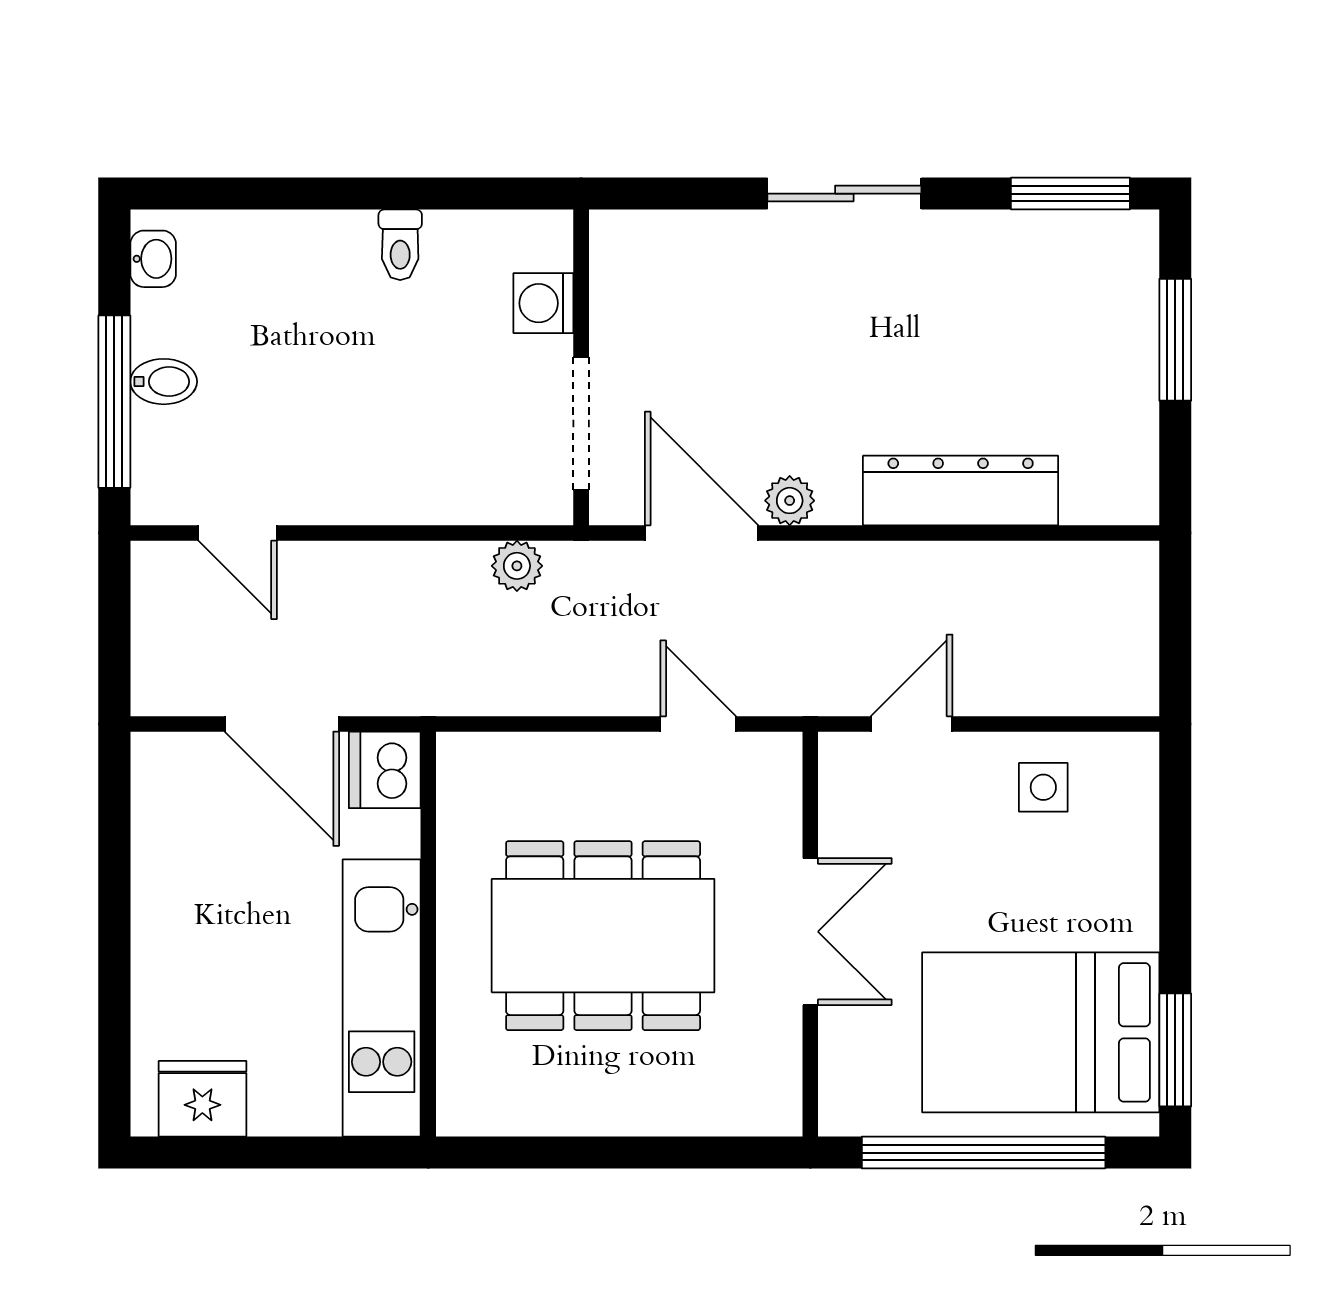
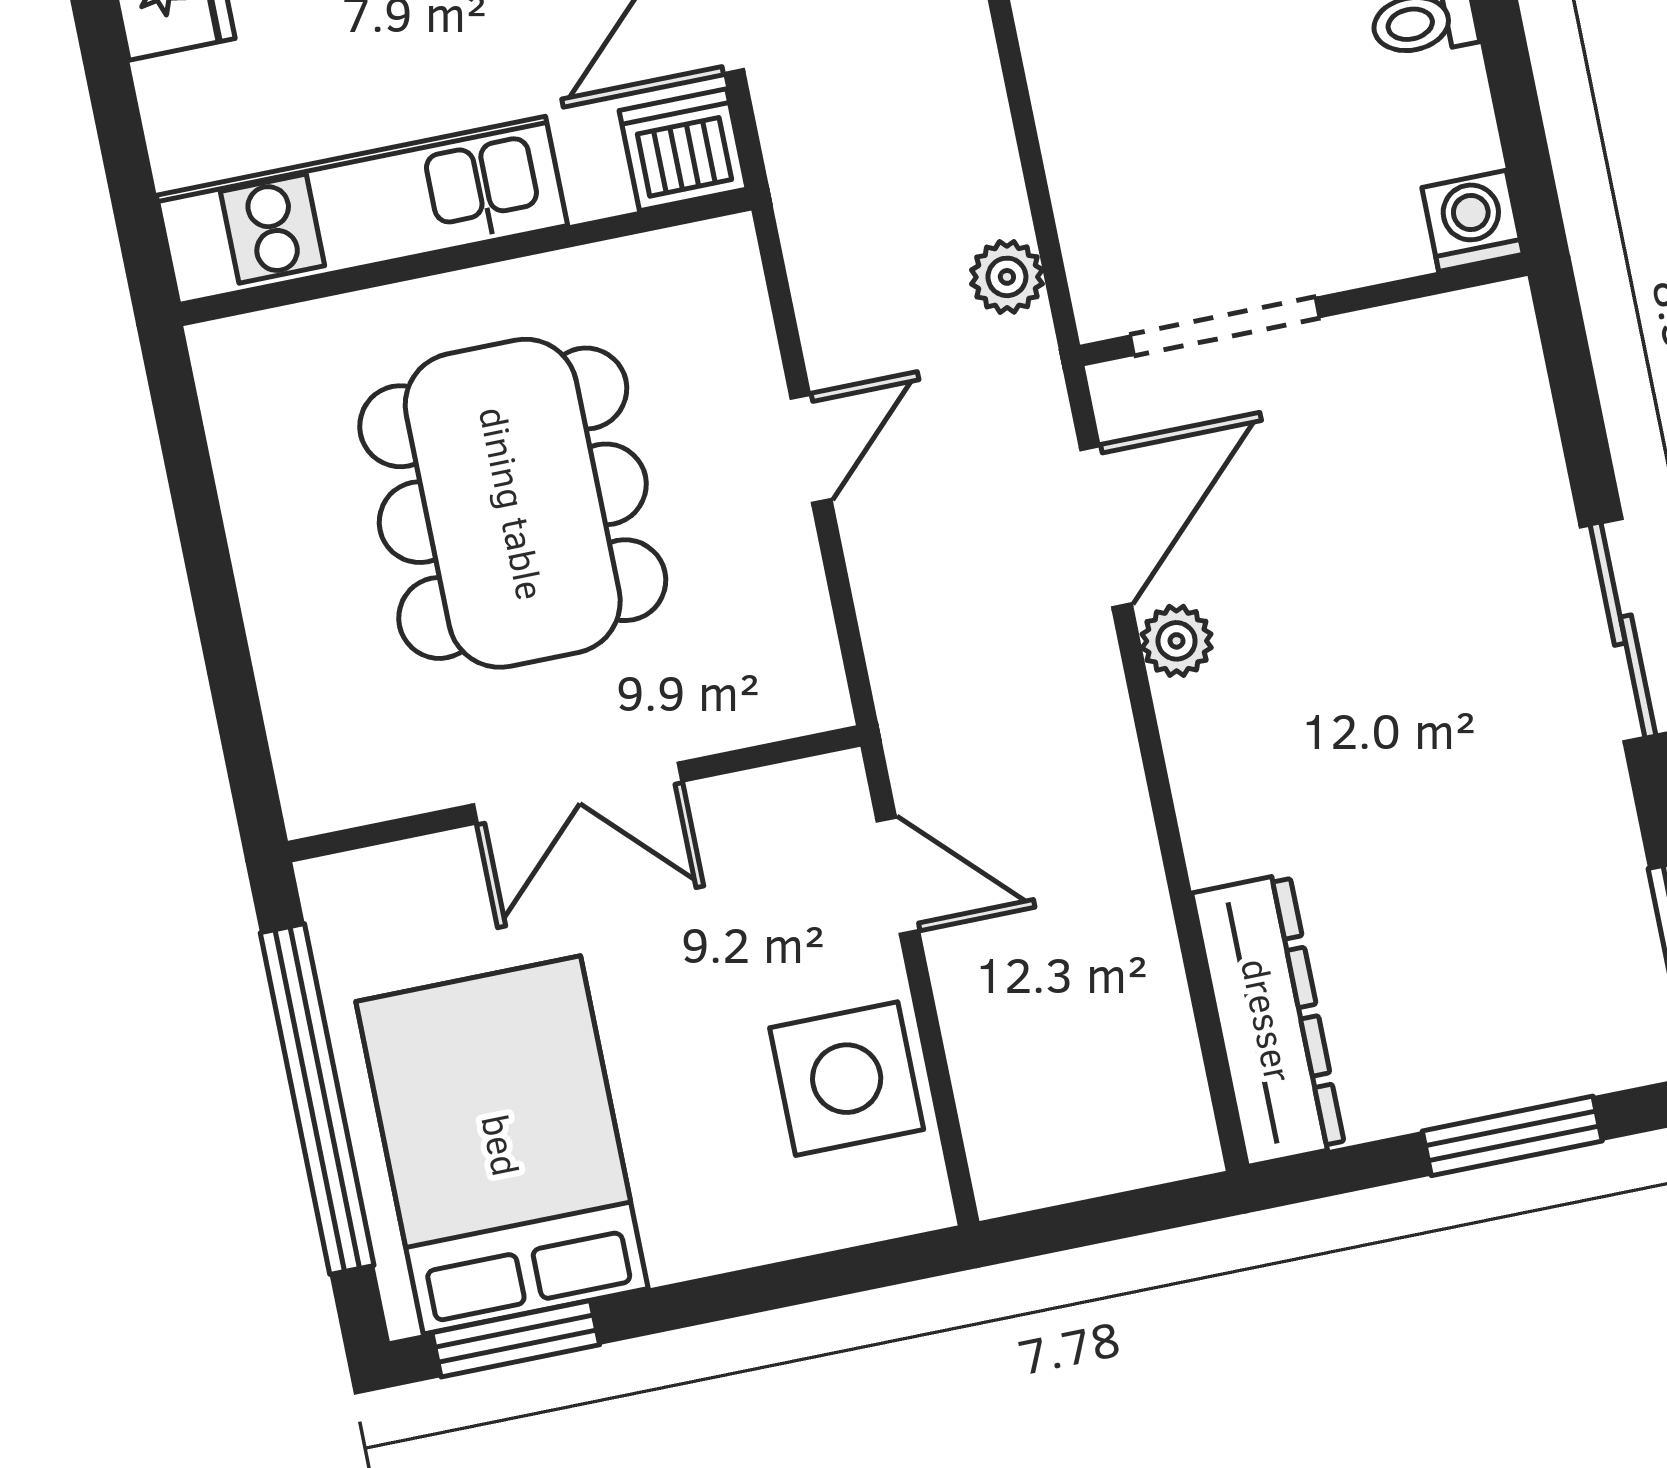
washing machine: (543, 303) -> (1473, 221), moved
dresser: (961, 490) -> (1268, 1020), moved
door: (698, 724) -> (811, 449), moved
side table: (1043, 787) -> (847, 1079), width x1.87, depth x1.87

